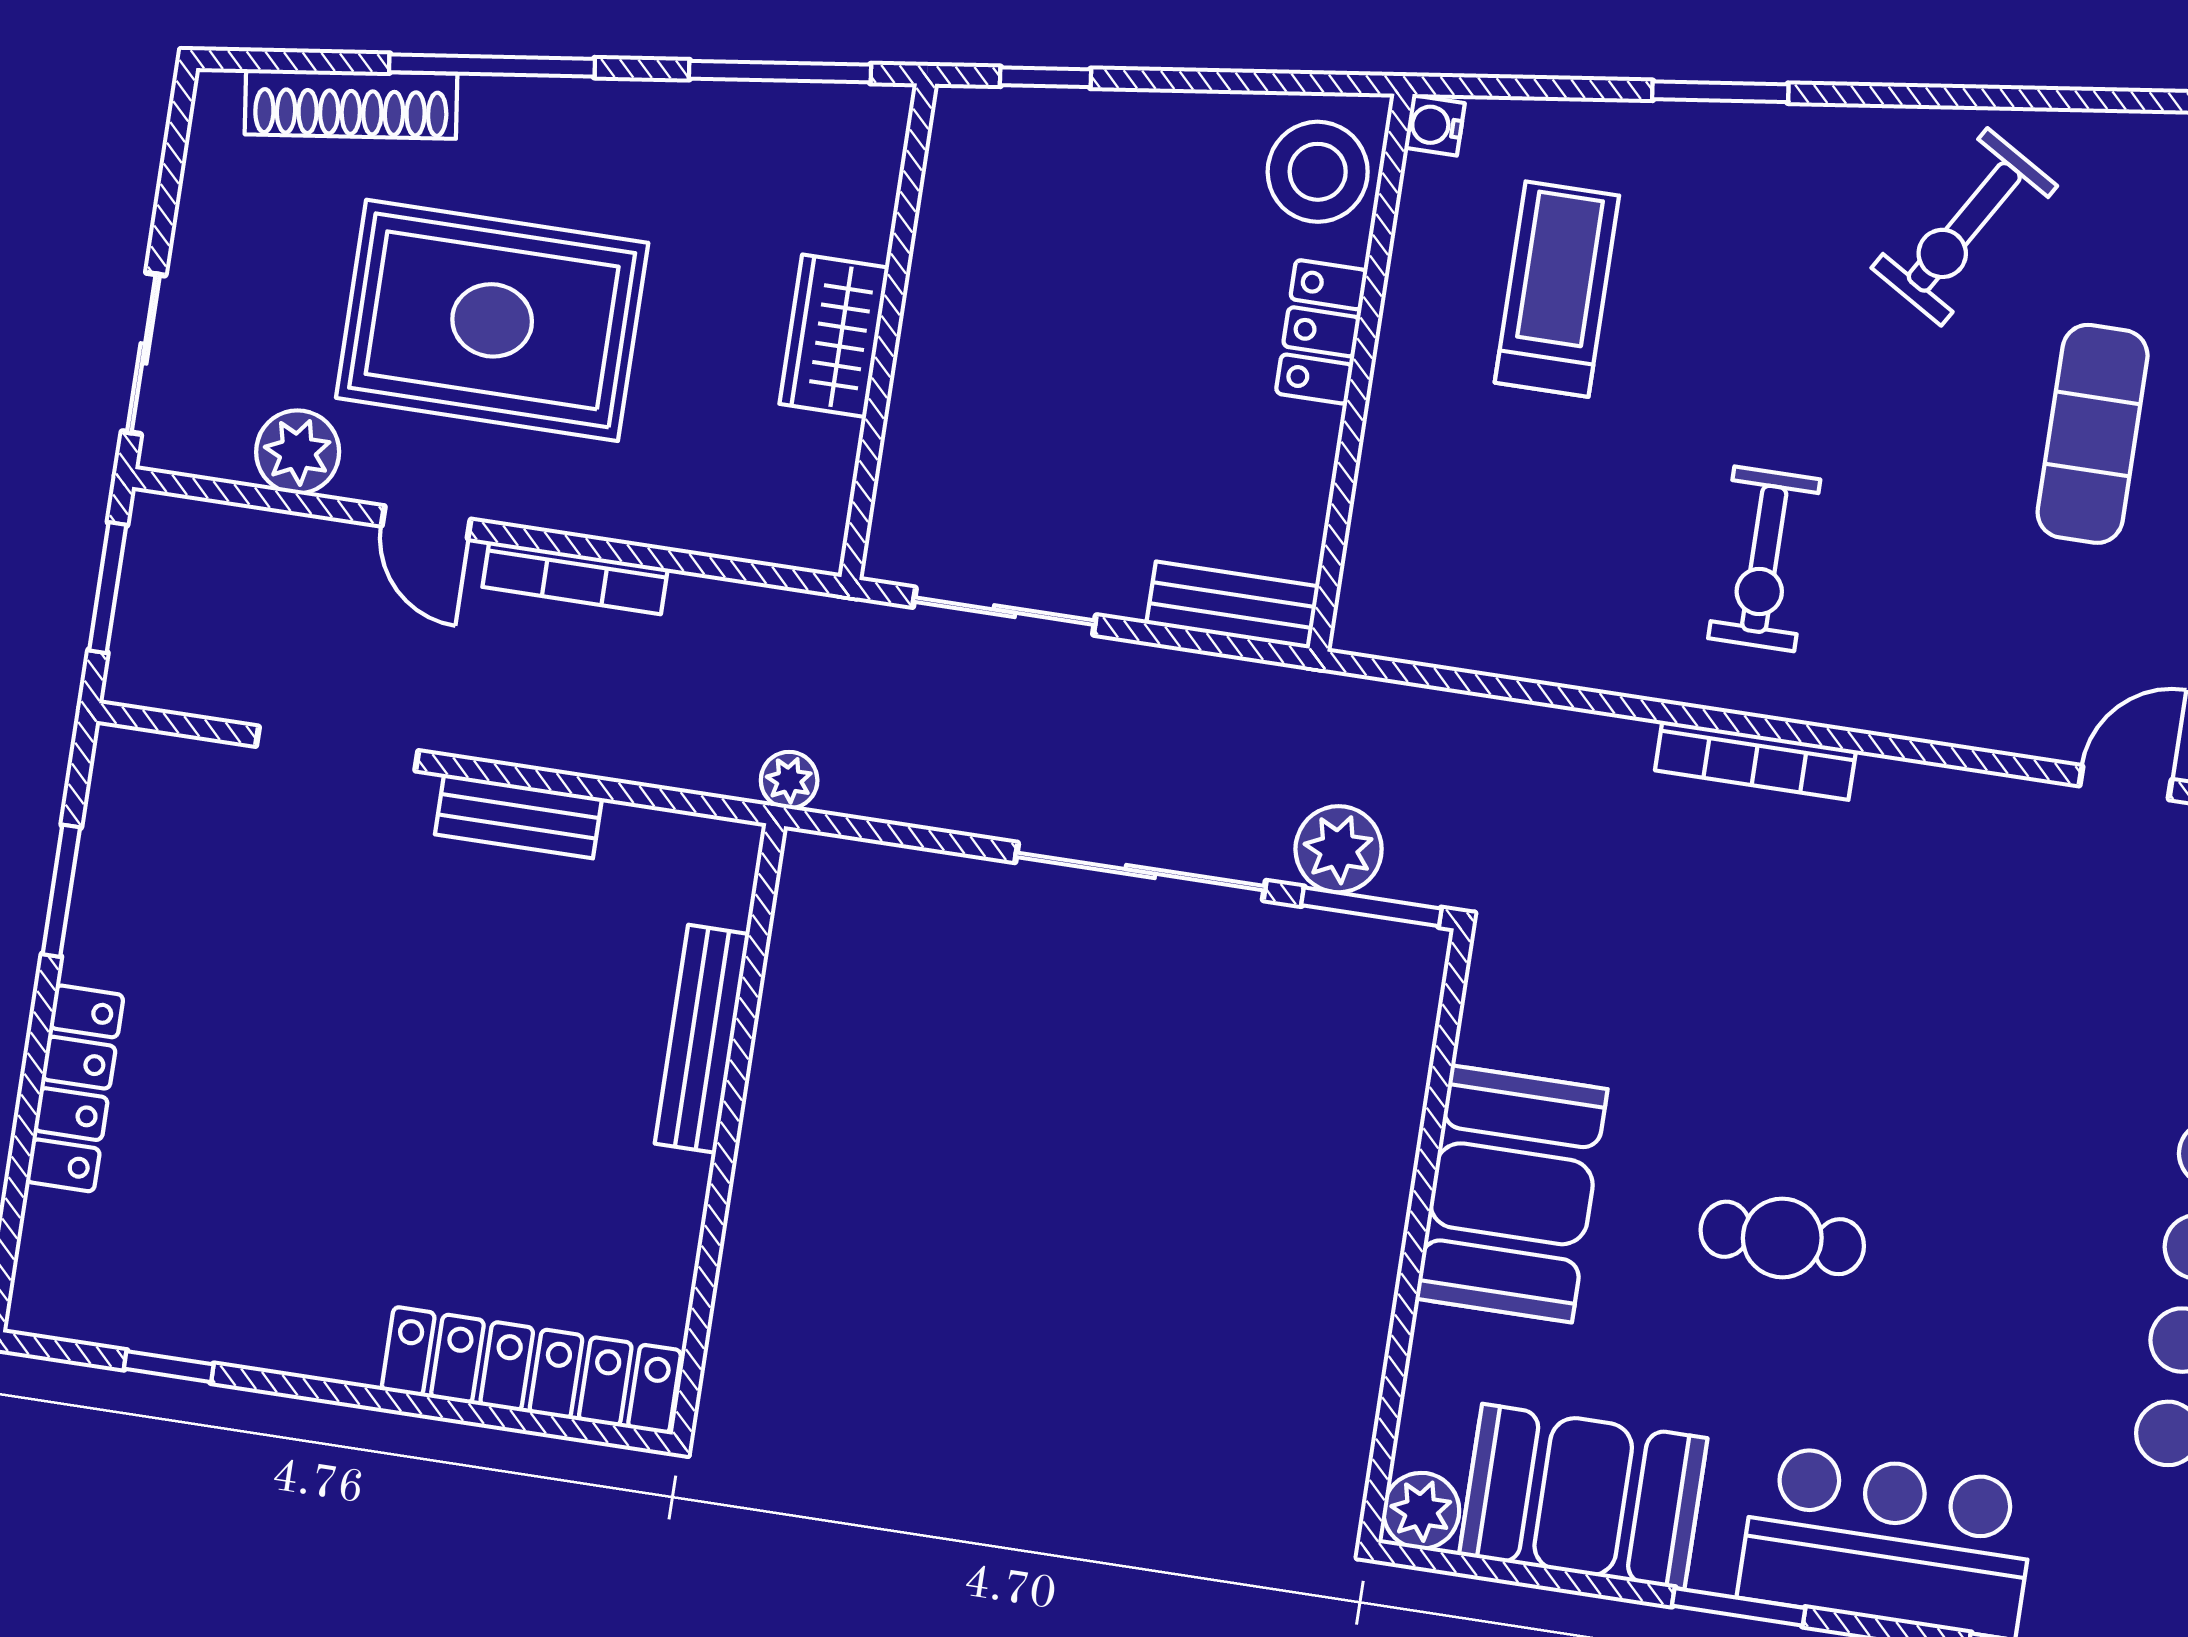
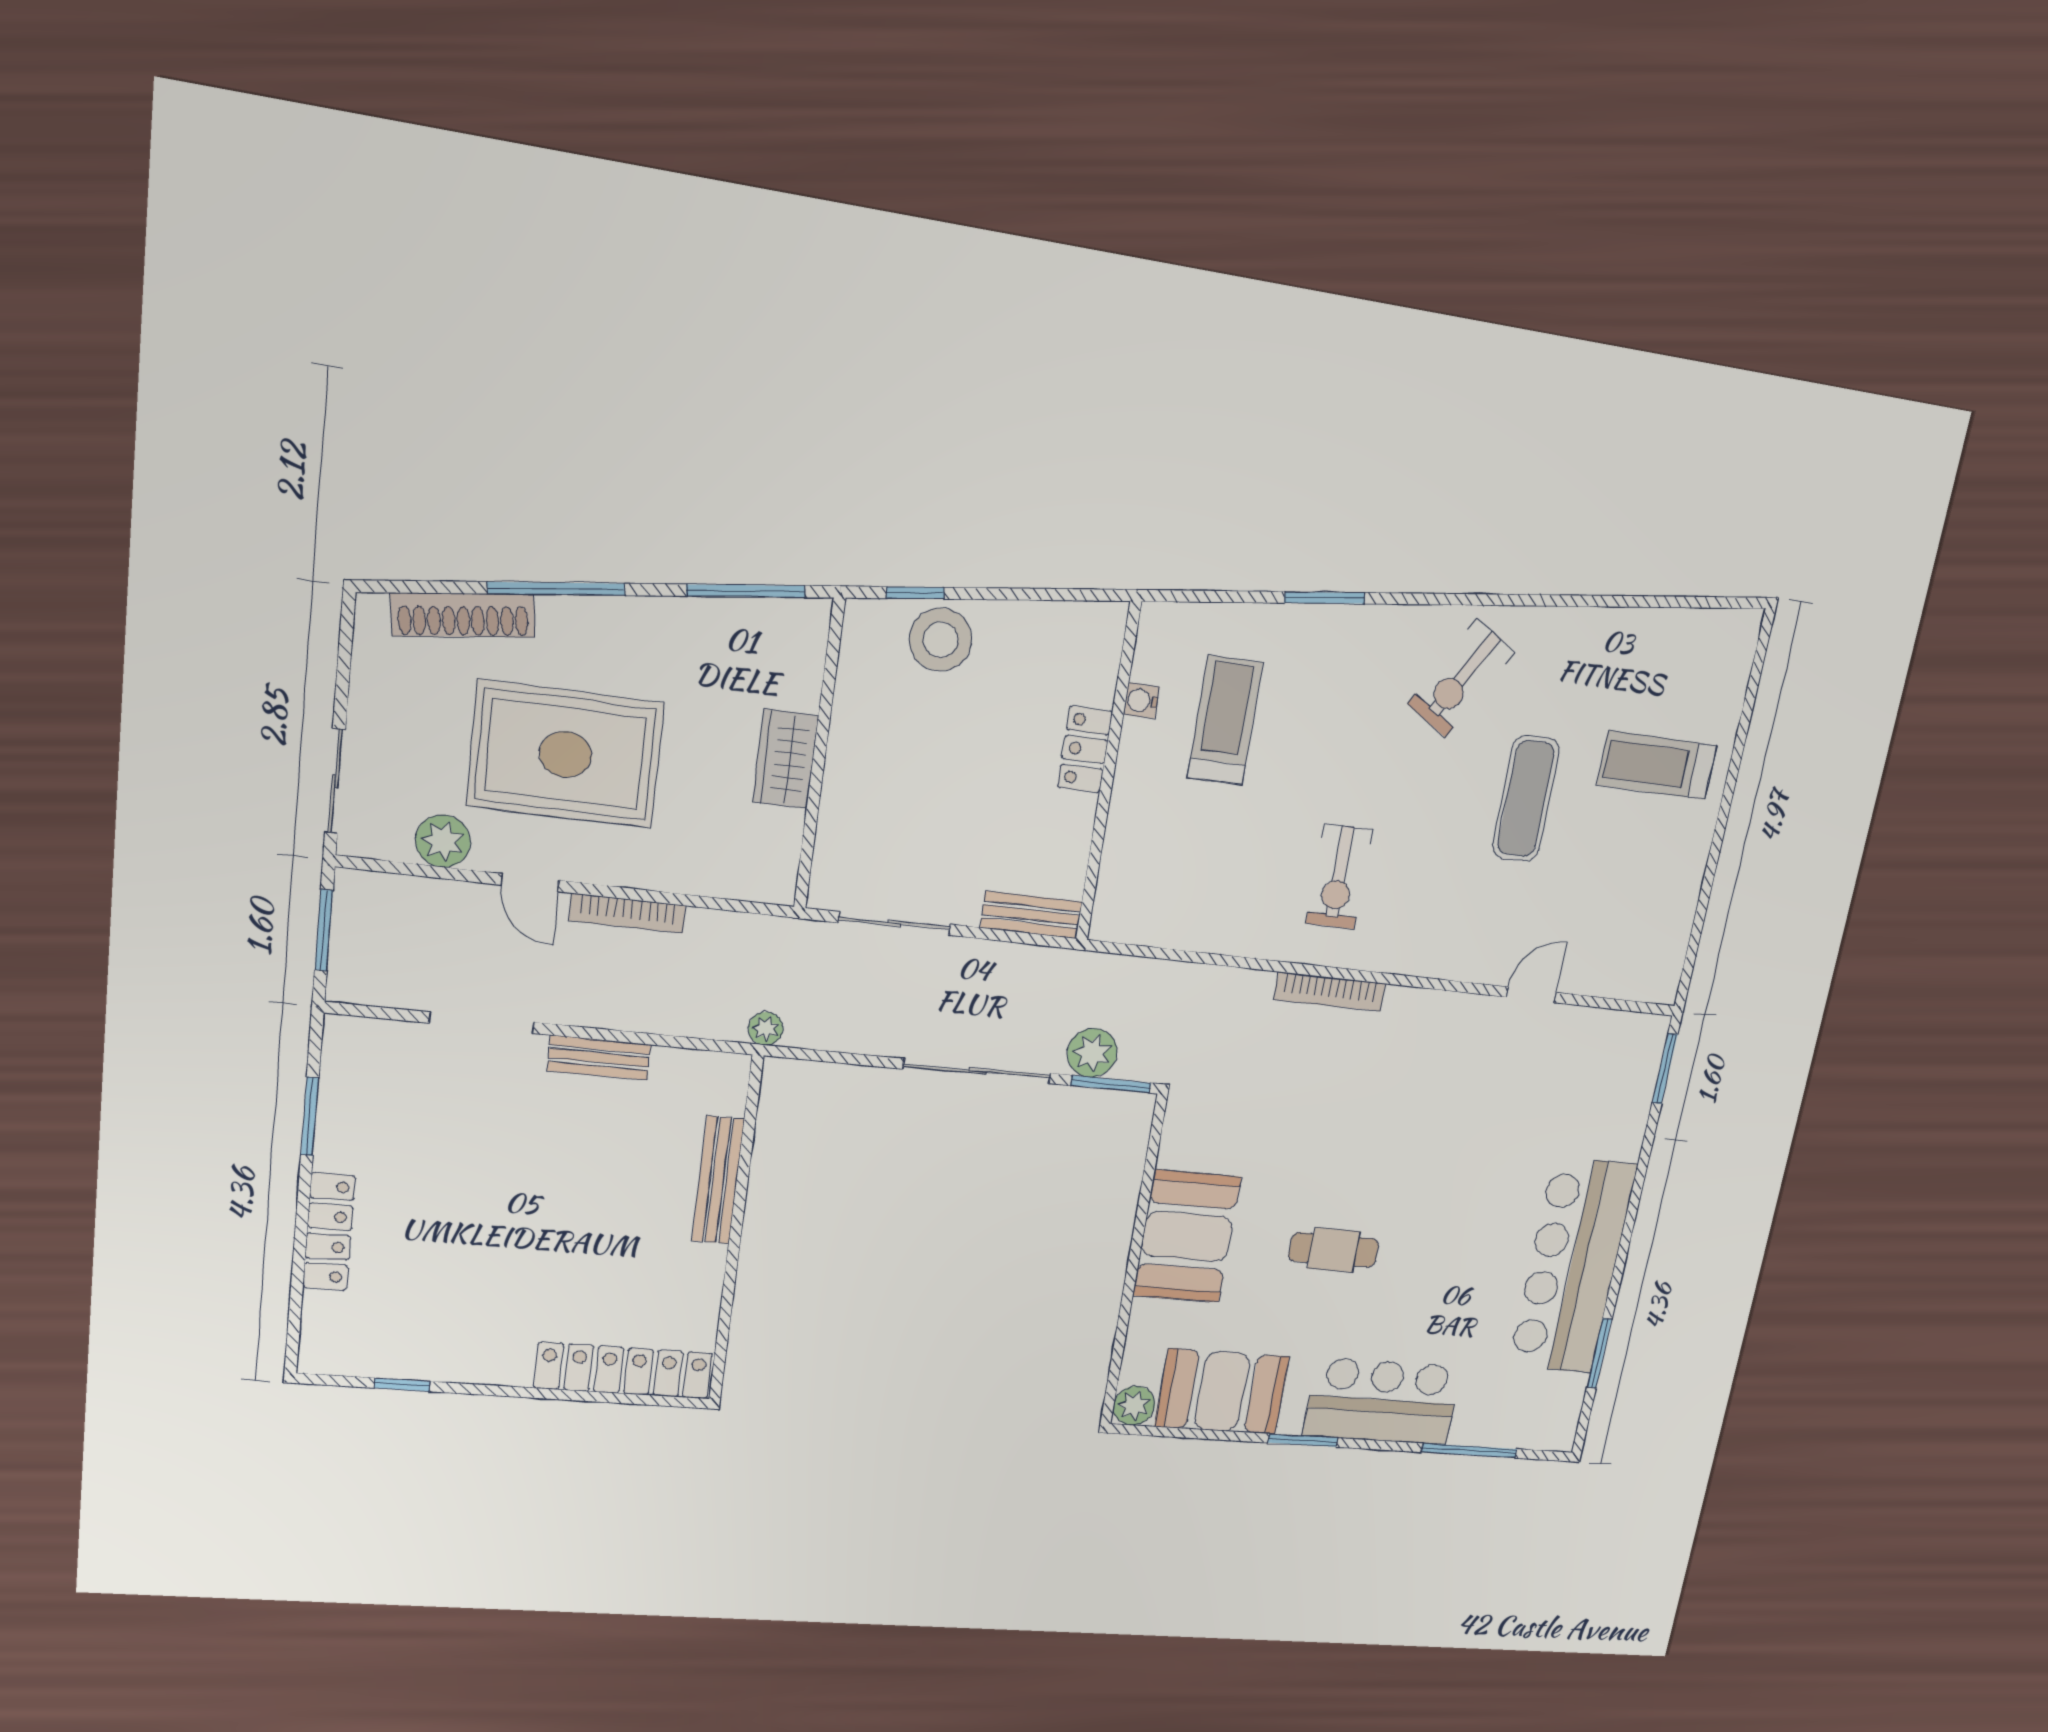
water cooler: (1435, 125) -> (1141, 701), moved
stool: (1318, 172) -> (941, 640), moved

